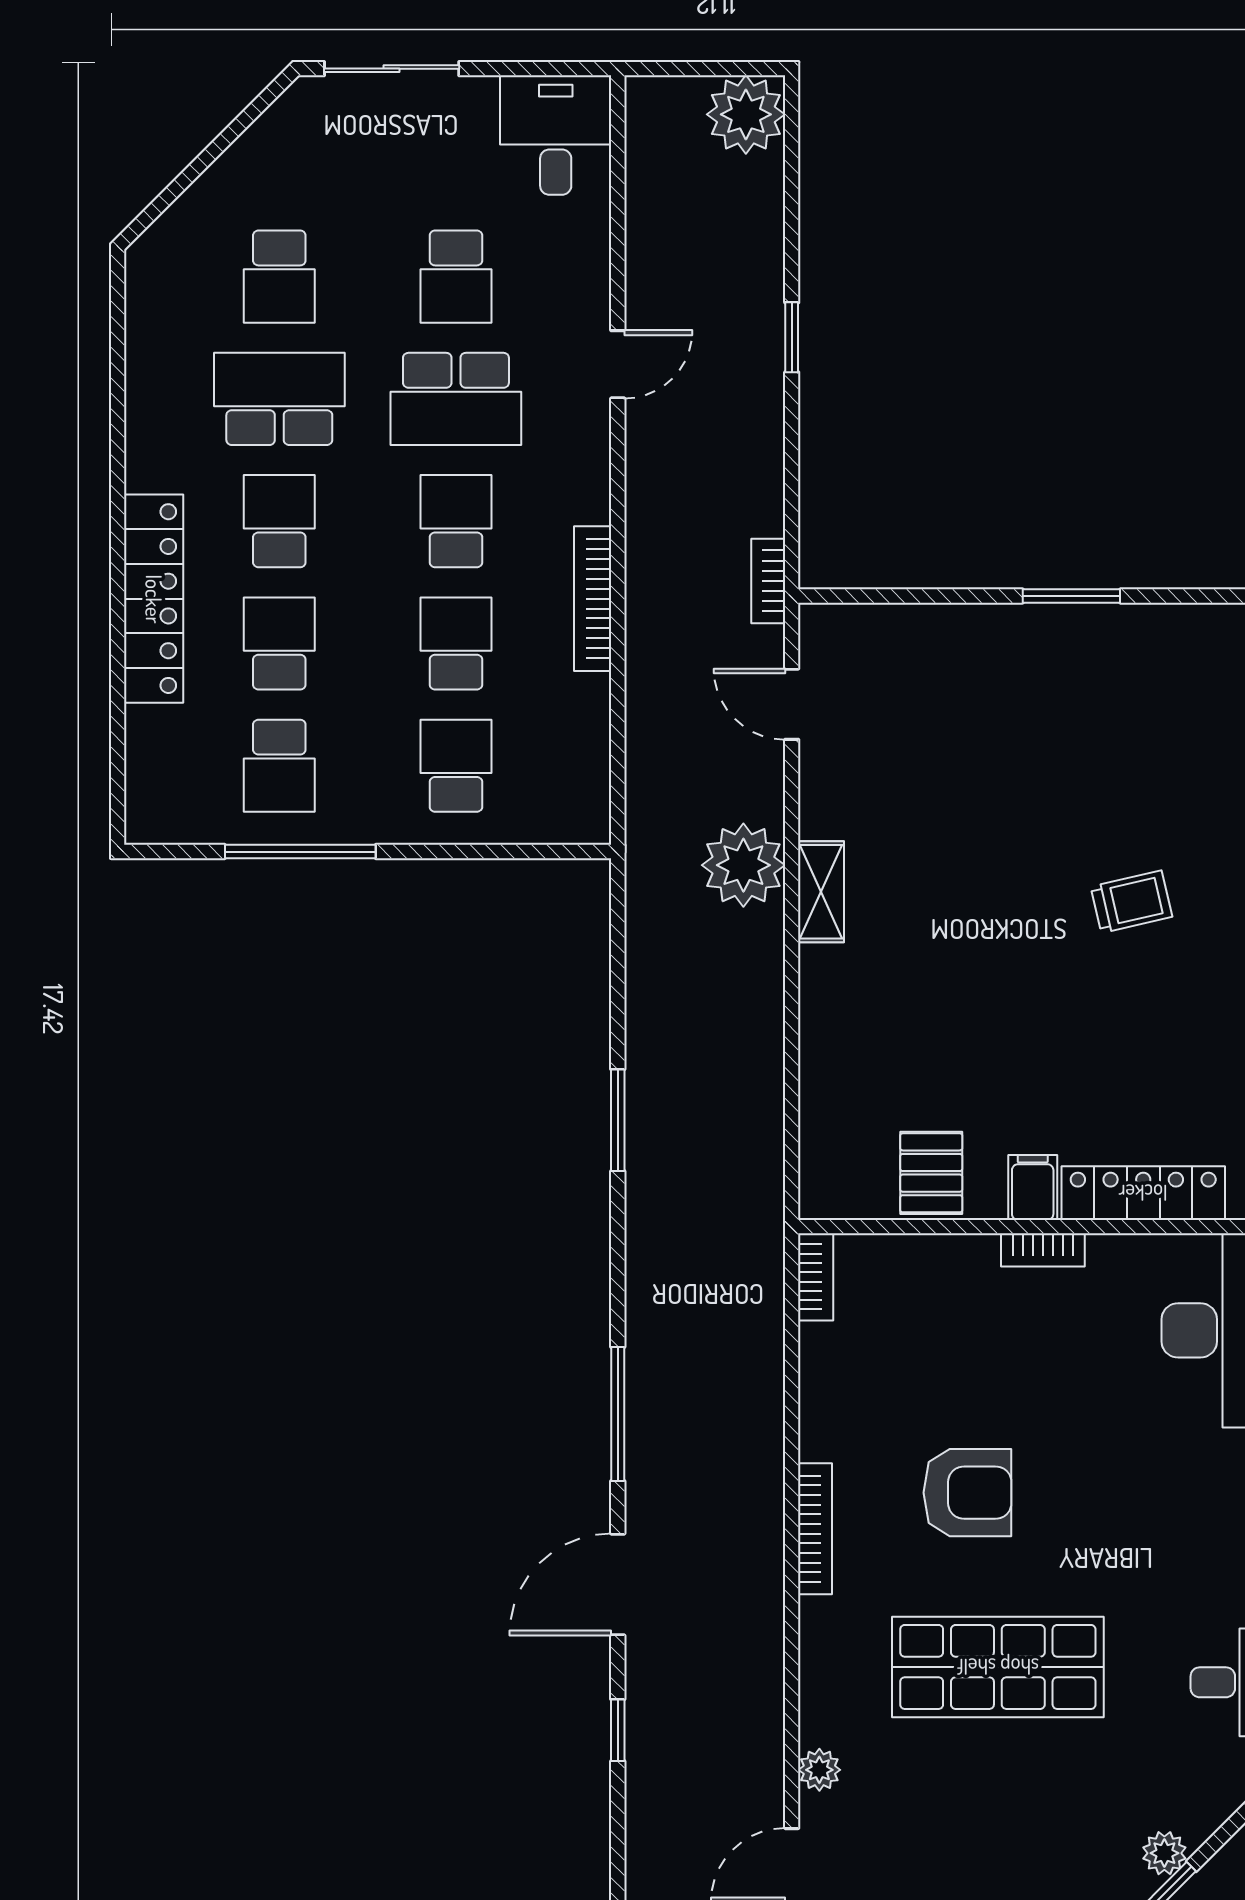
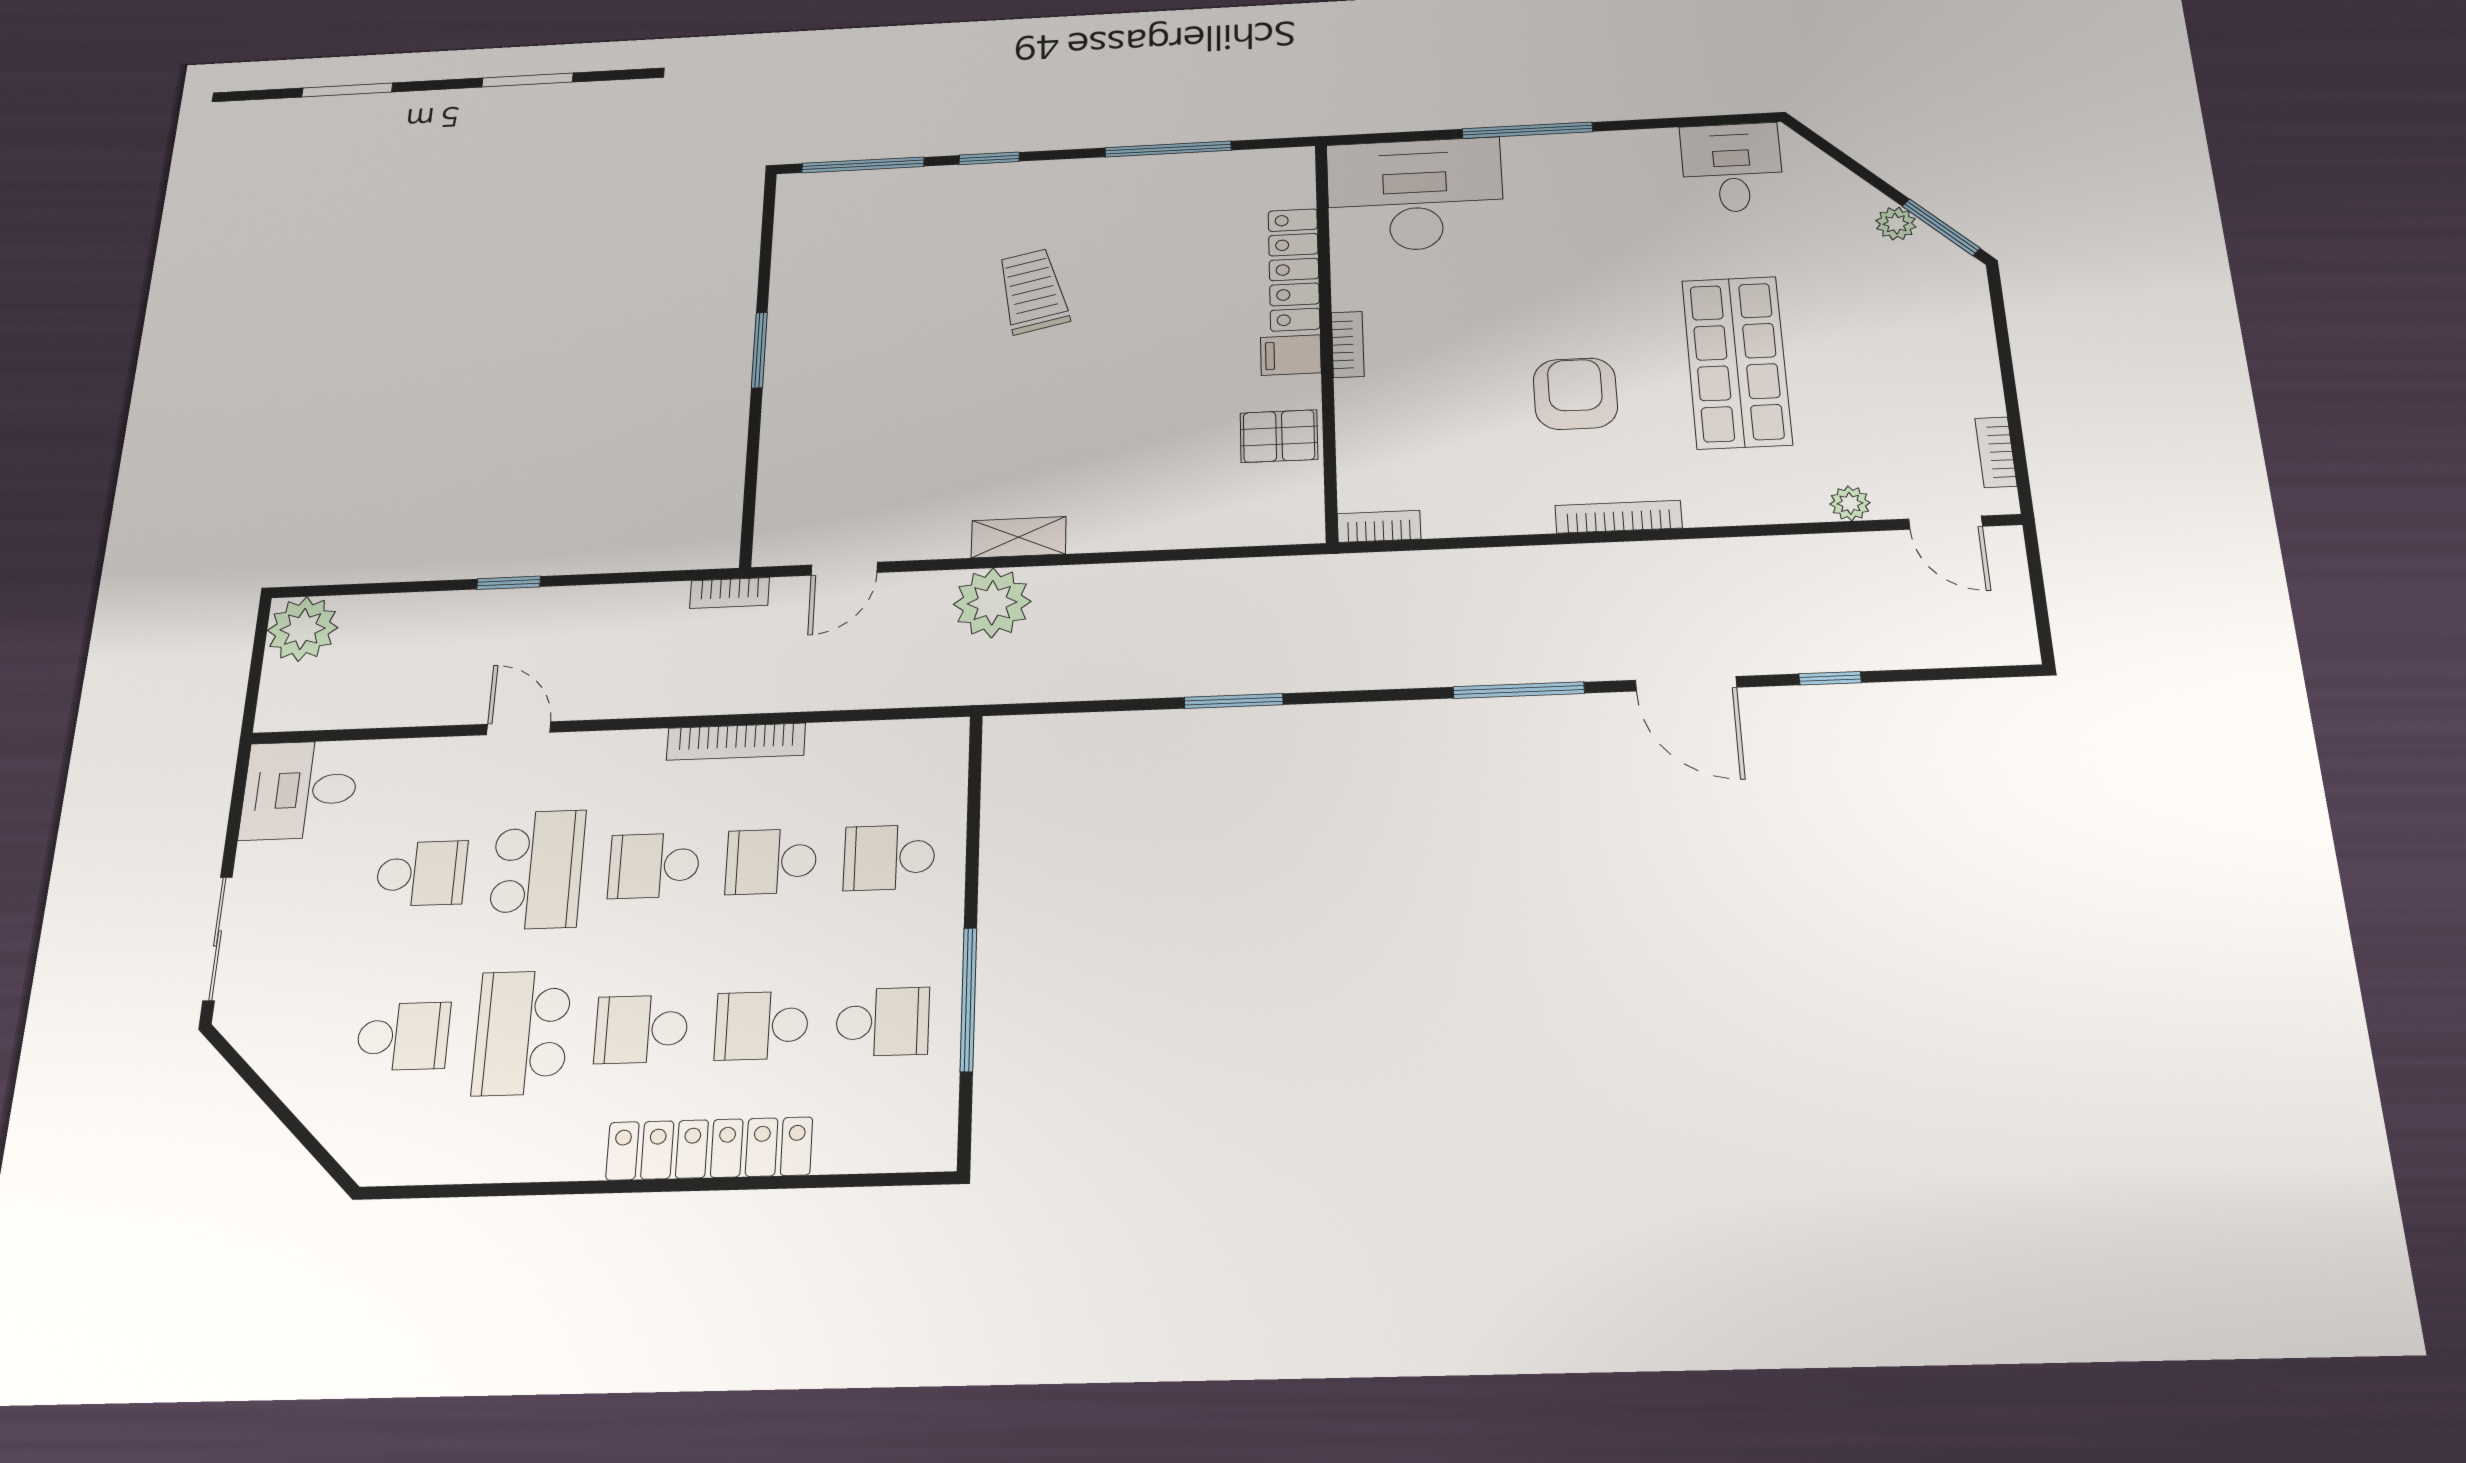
trolley: (1131, 902) -> (1033, 291), width x1.36, depth x1.39

